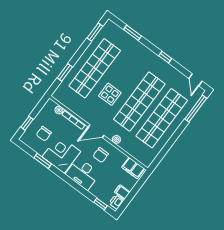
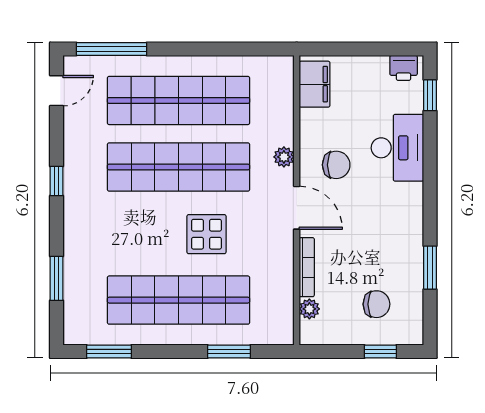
corner desk: (61, 154) -> (390, 241), removed
desk: (83, 174) -> (397, 148), moved
filing cabinet: (122, 192) -> (376, 71), removed

